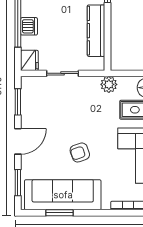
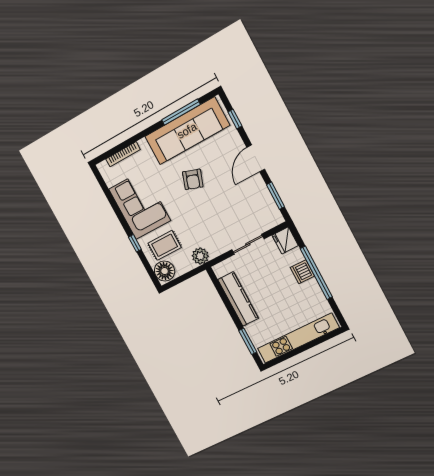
armchair: (80, 152) -> (193, 179), turned 128
window: (18, 183) -> (235, 119), width x0.67
window: (59, 213) -> (181, 112), width x1.44

